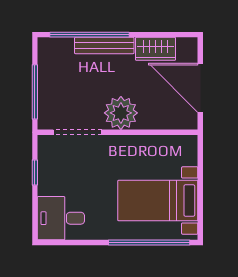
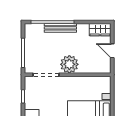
wardrobe: (155, 49) -> (100, 30), moved
door: (200, 88) -> (112, 51), width x0.53

